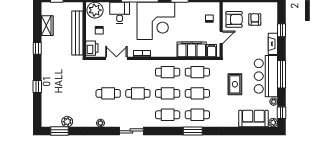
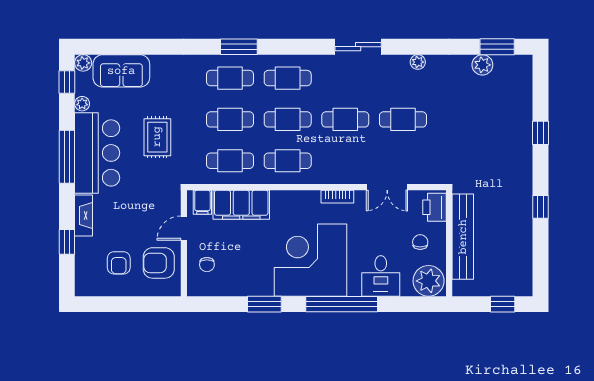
wardrobe: (47, 26) -> (521, 251), removed

